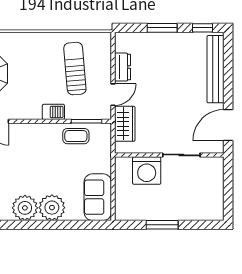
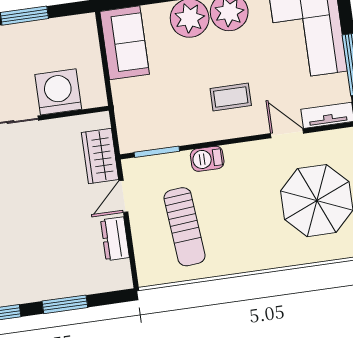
coffee table: (76, 136) -> (231, 97), moved

